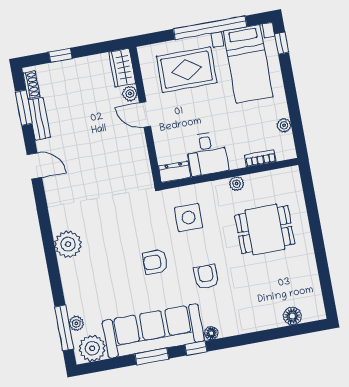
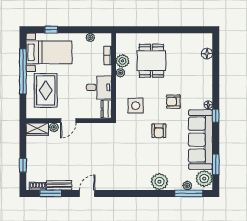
window: (282, 43) -> (51, 30), moved
plant: (256, 183) -> (122, 61), added
plant: (68, 244) -> (160, 182), moved
window: (152, 356) -> (216, 164), moved

